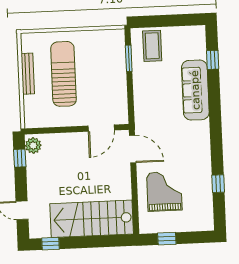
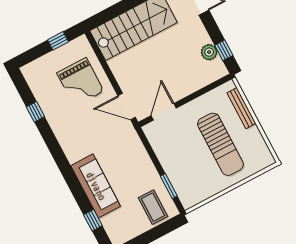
bench: (28, 74) -> (241, 108), moved
plant: (33, 145) -> (209, 52), moved

